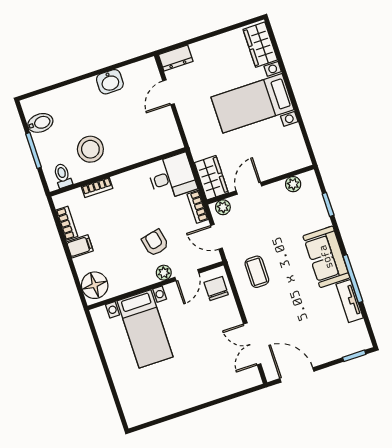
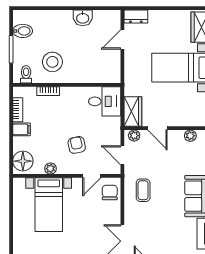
door: (249, 188) -> (157, 128), swing flipped
bookcase: (198, 207) -> (116, 129), removed
plant: (164, 273) -> (50, 169), moved

